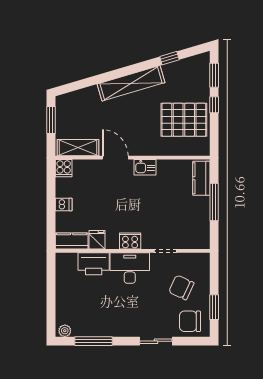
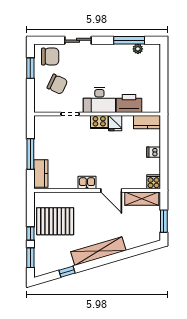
fridge: (97, 240) -> (115, 123), moved
plant: (65, 331) -> (138, 49), moved

